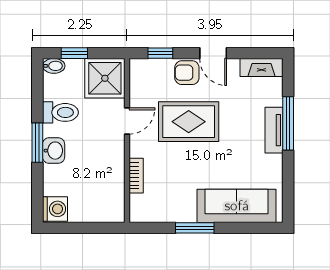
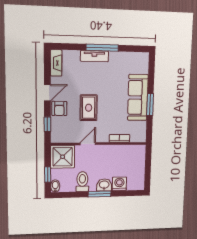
door: (127, 121) -> (88, 144), hinge flipped
rug: (189, 122) -> (89, 108), width x0.73, depth x0.70
window: (288, 123) -> (102, 48), moved
sofa: (237, 206) -> (138, 98), moved
washing machine: (55, 209) -> (119, 184), moved

